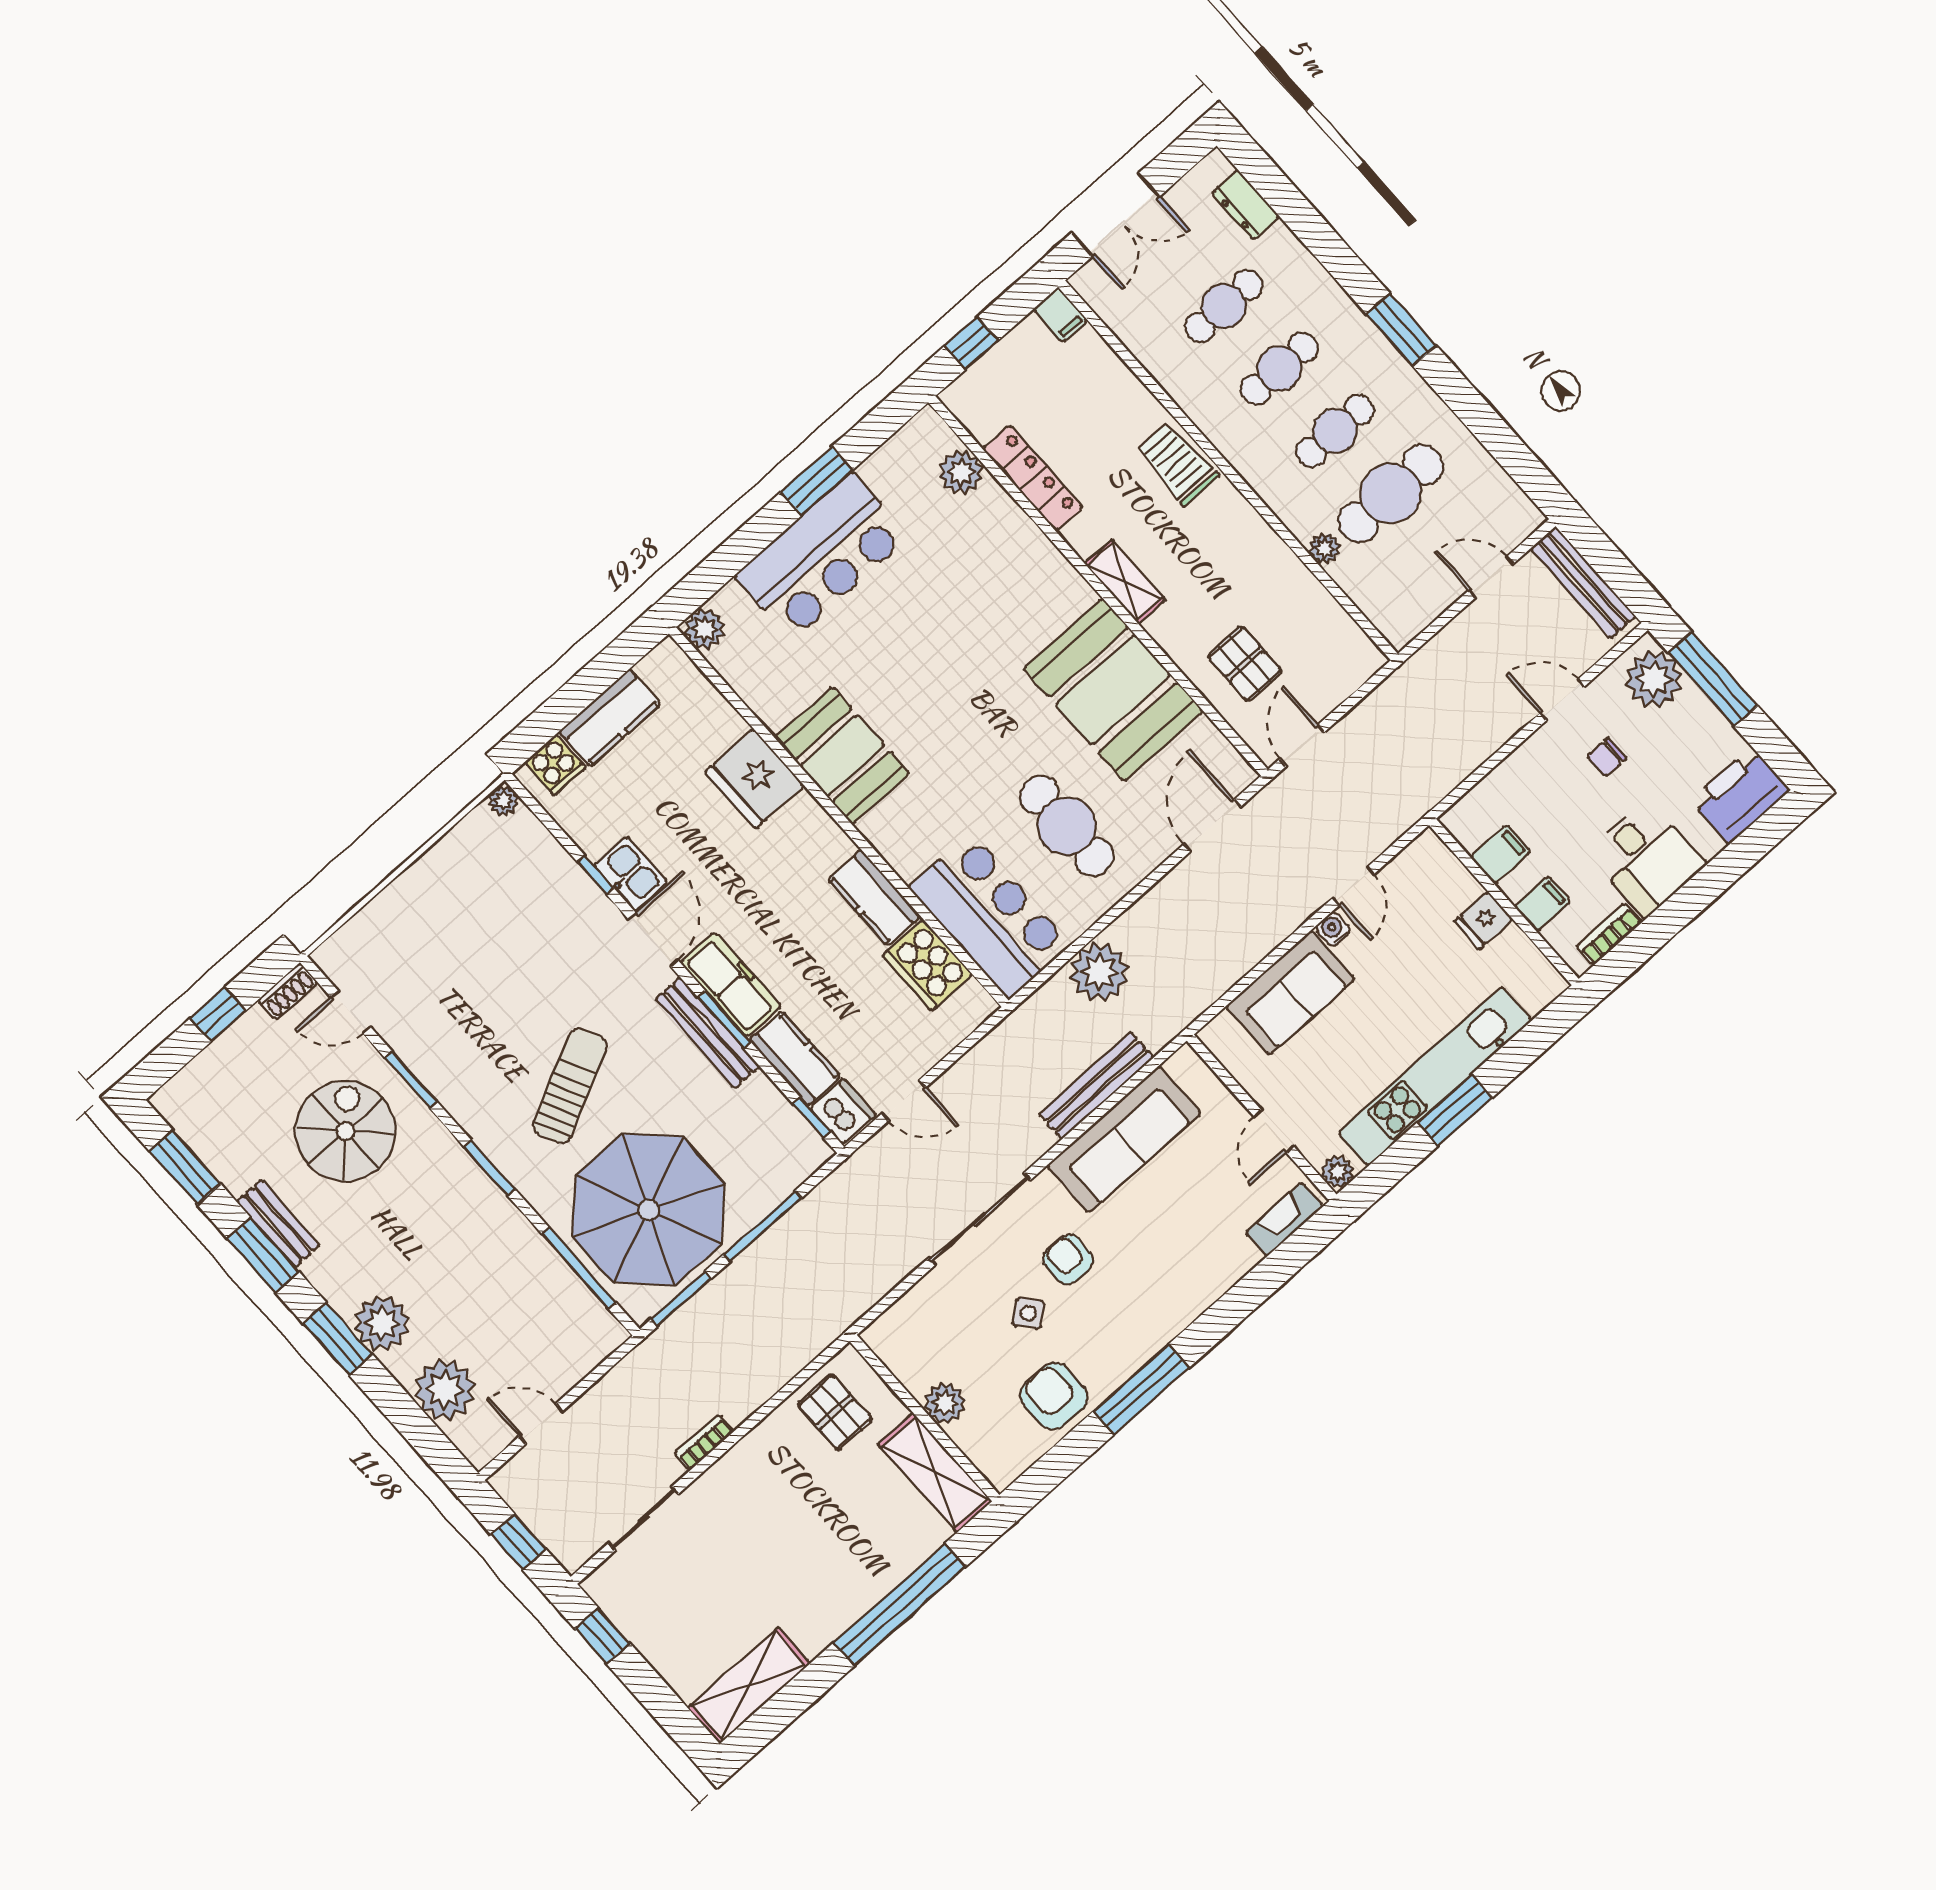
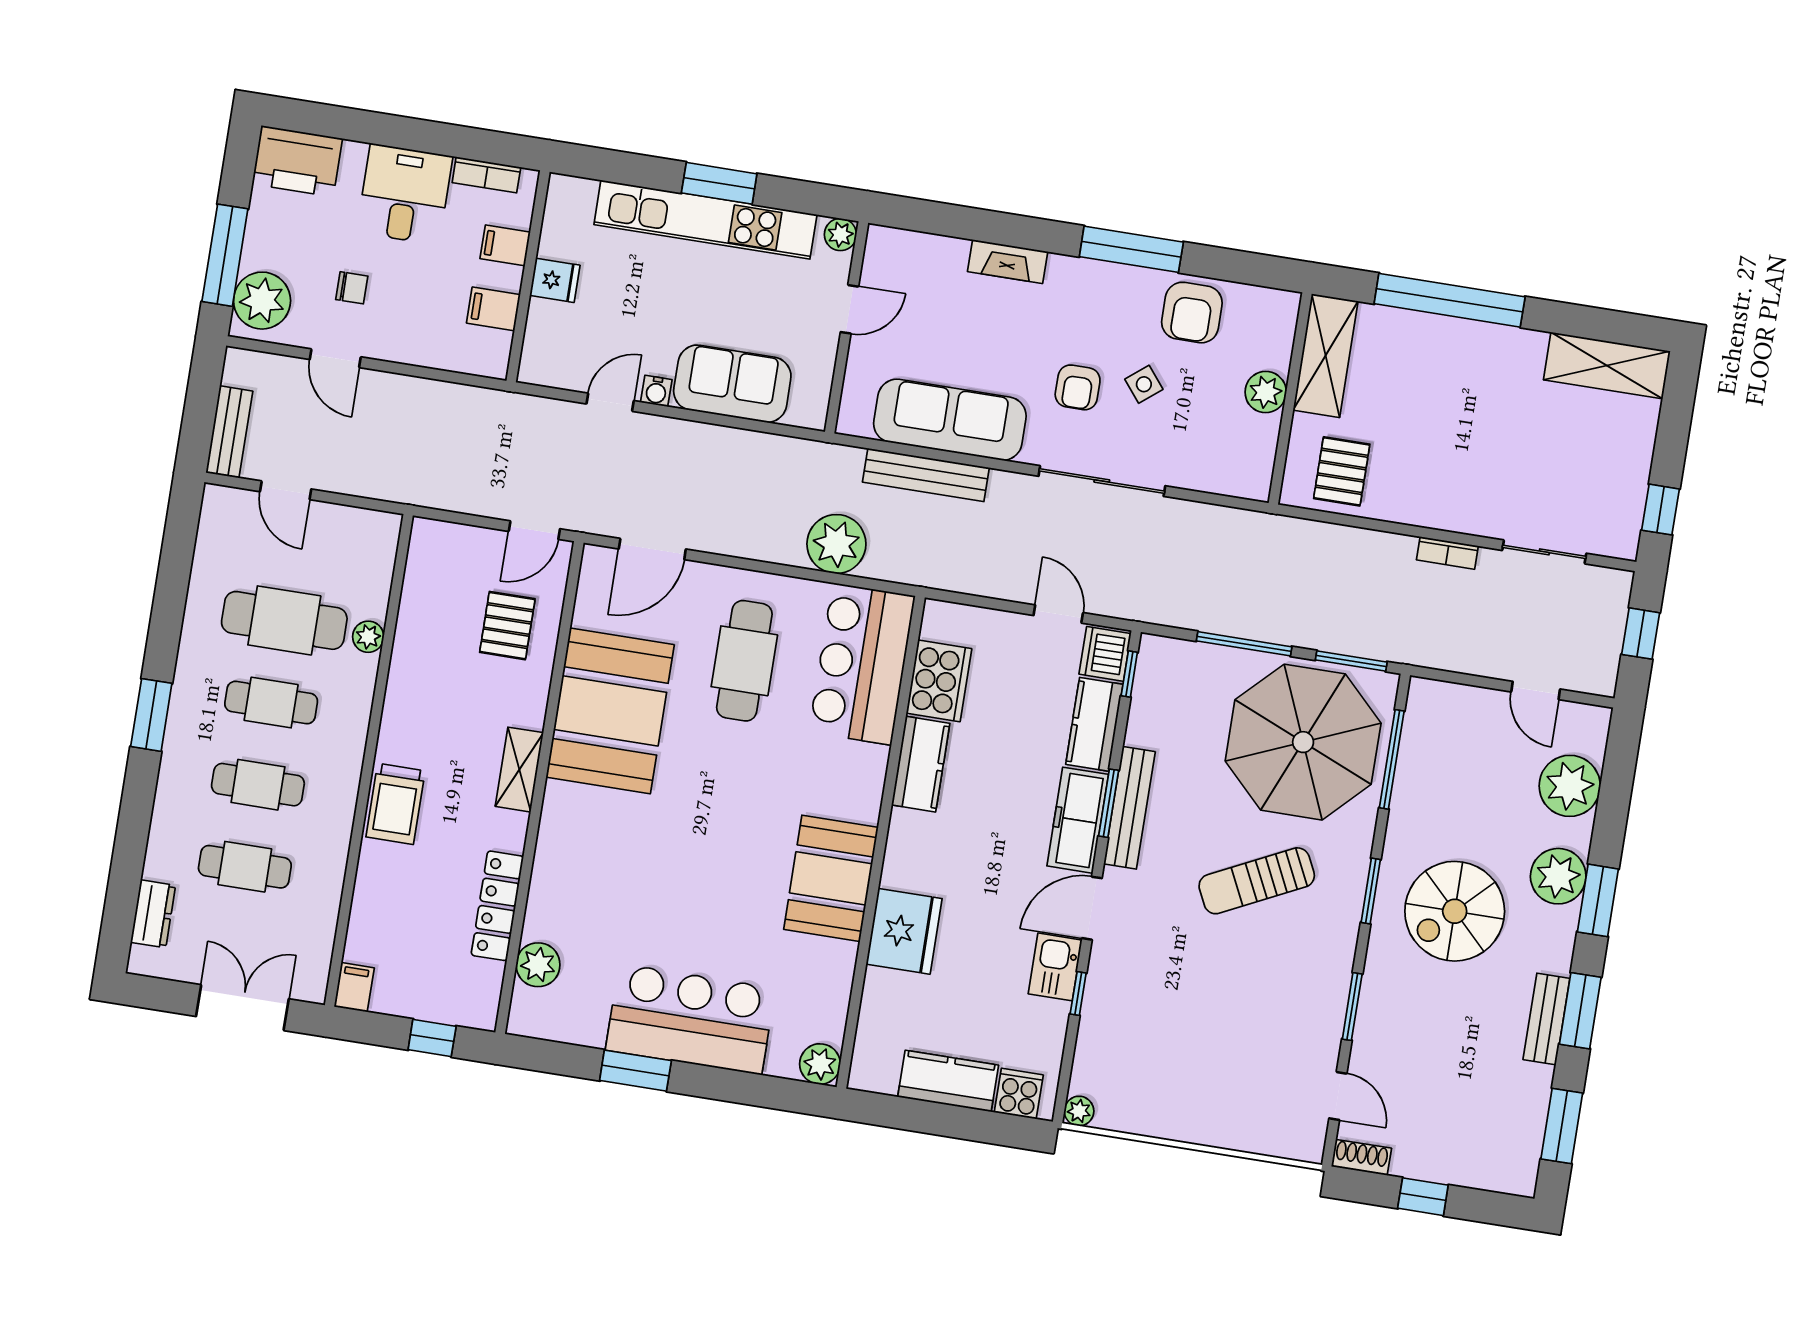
bench: (1583, 582) -> (229, 432), width x0.73
spiral stairs: (345, 1131) -> (1455, 911), moved
fireplace: (1284, 1219) -> (1008, 261), moved

